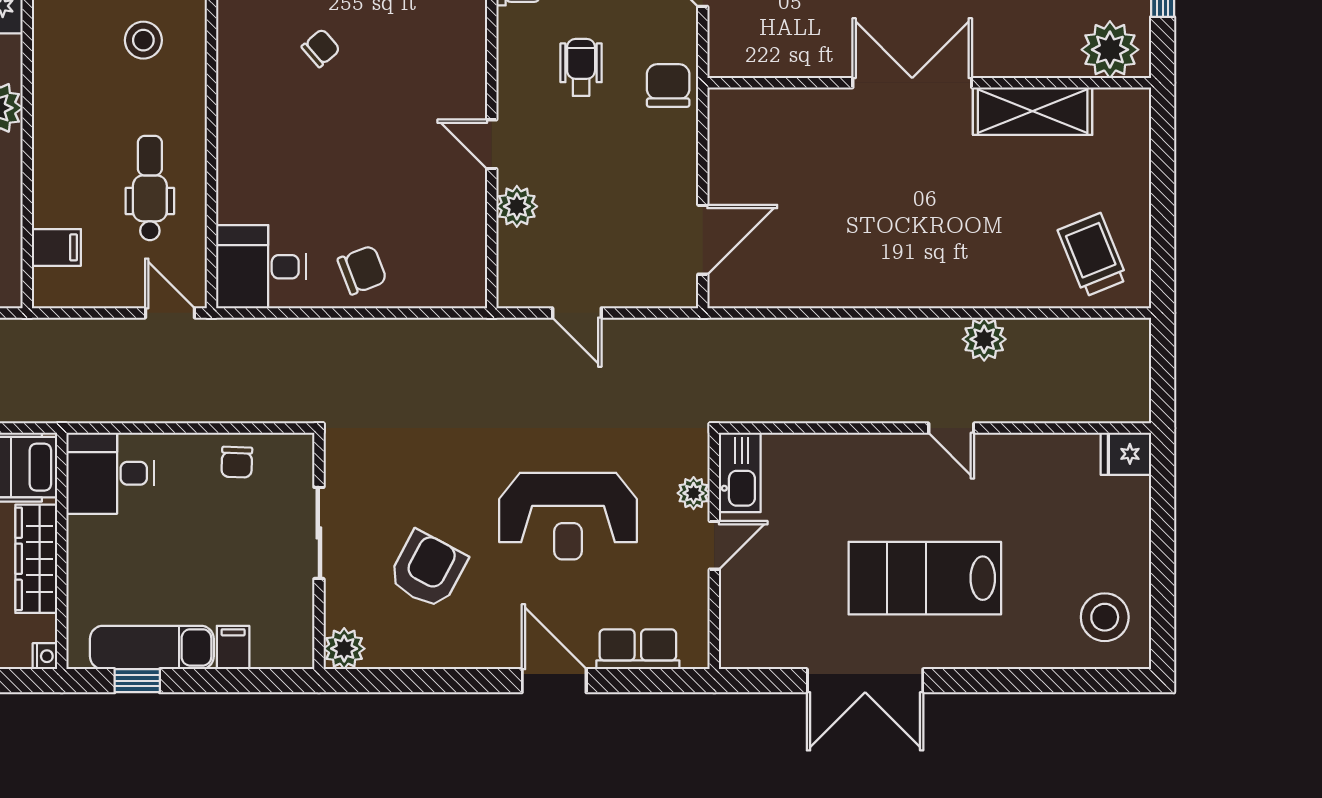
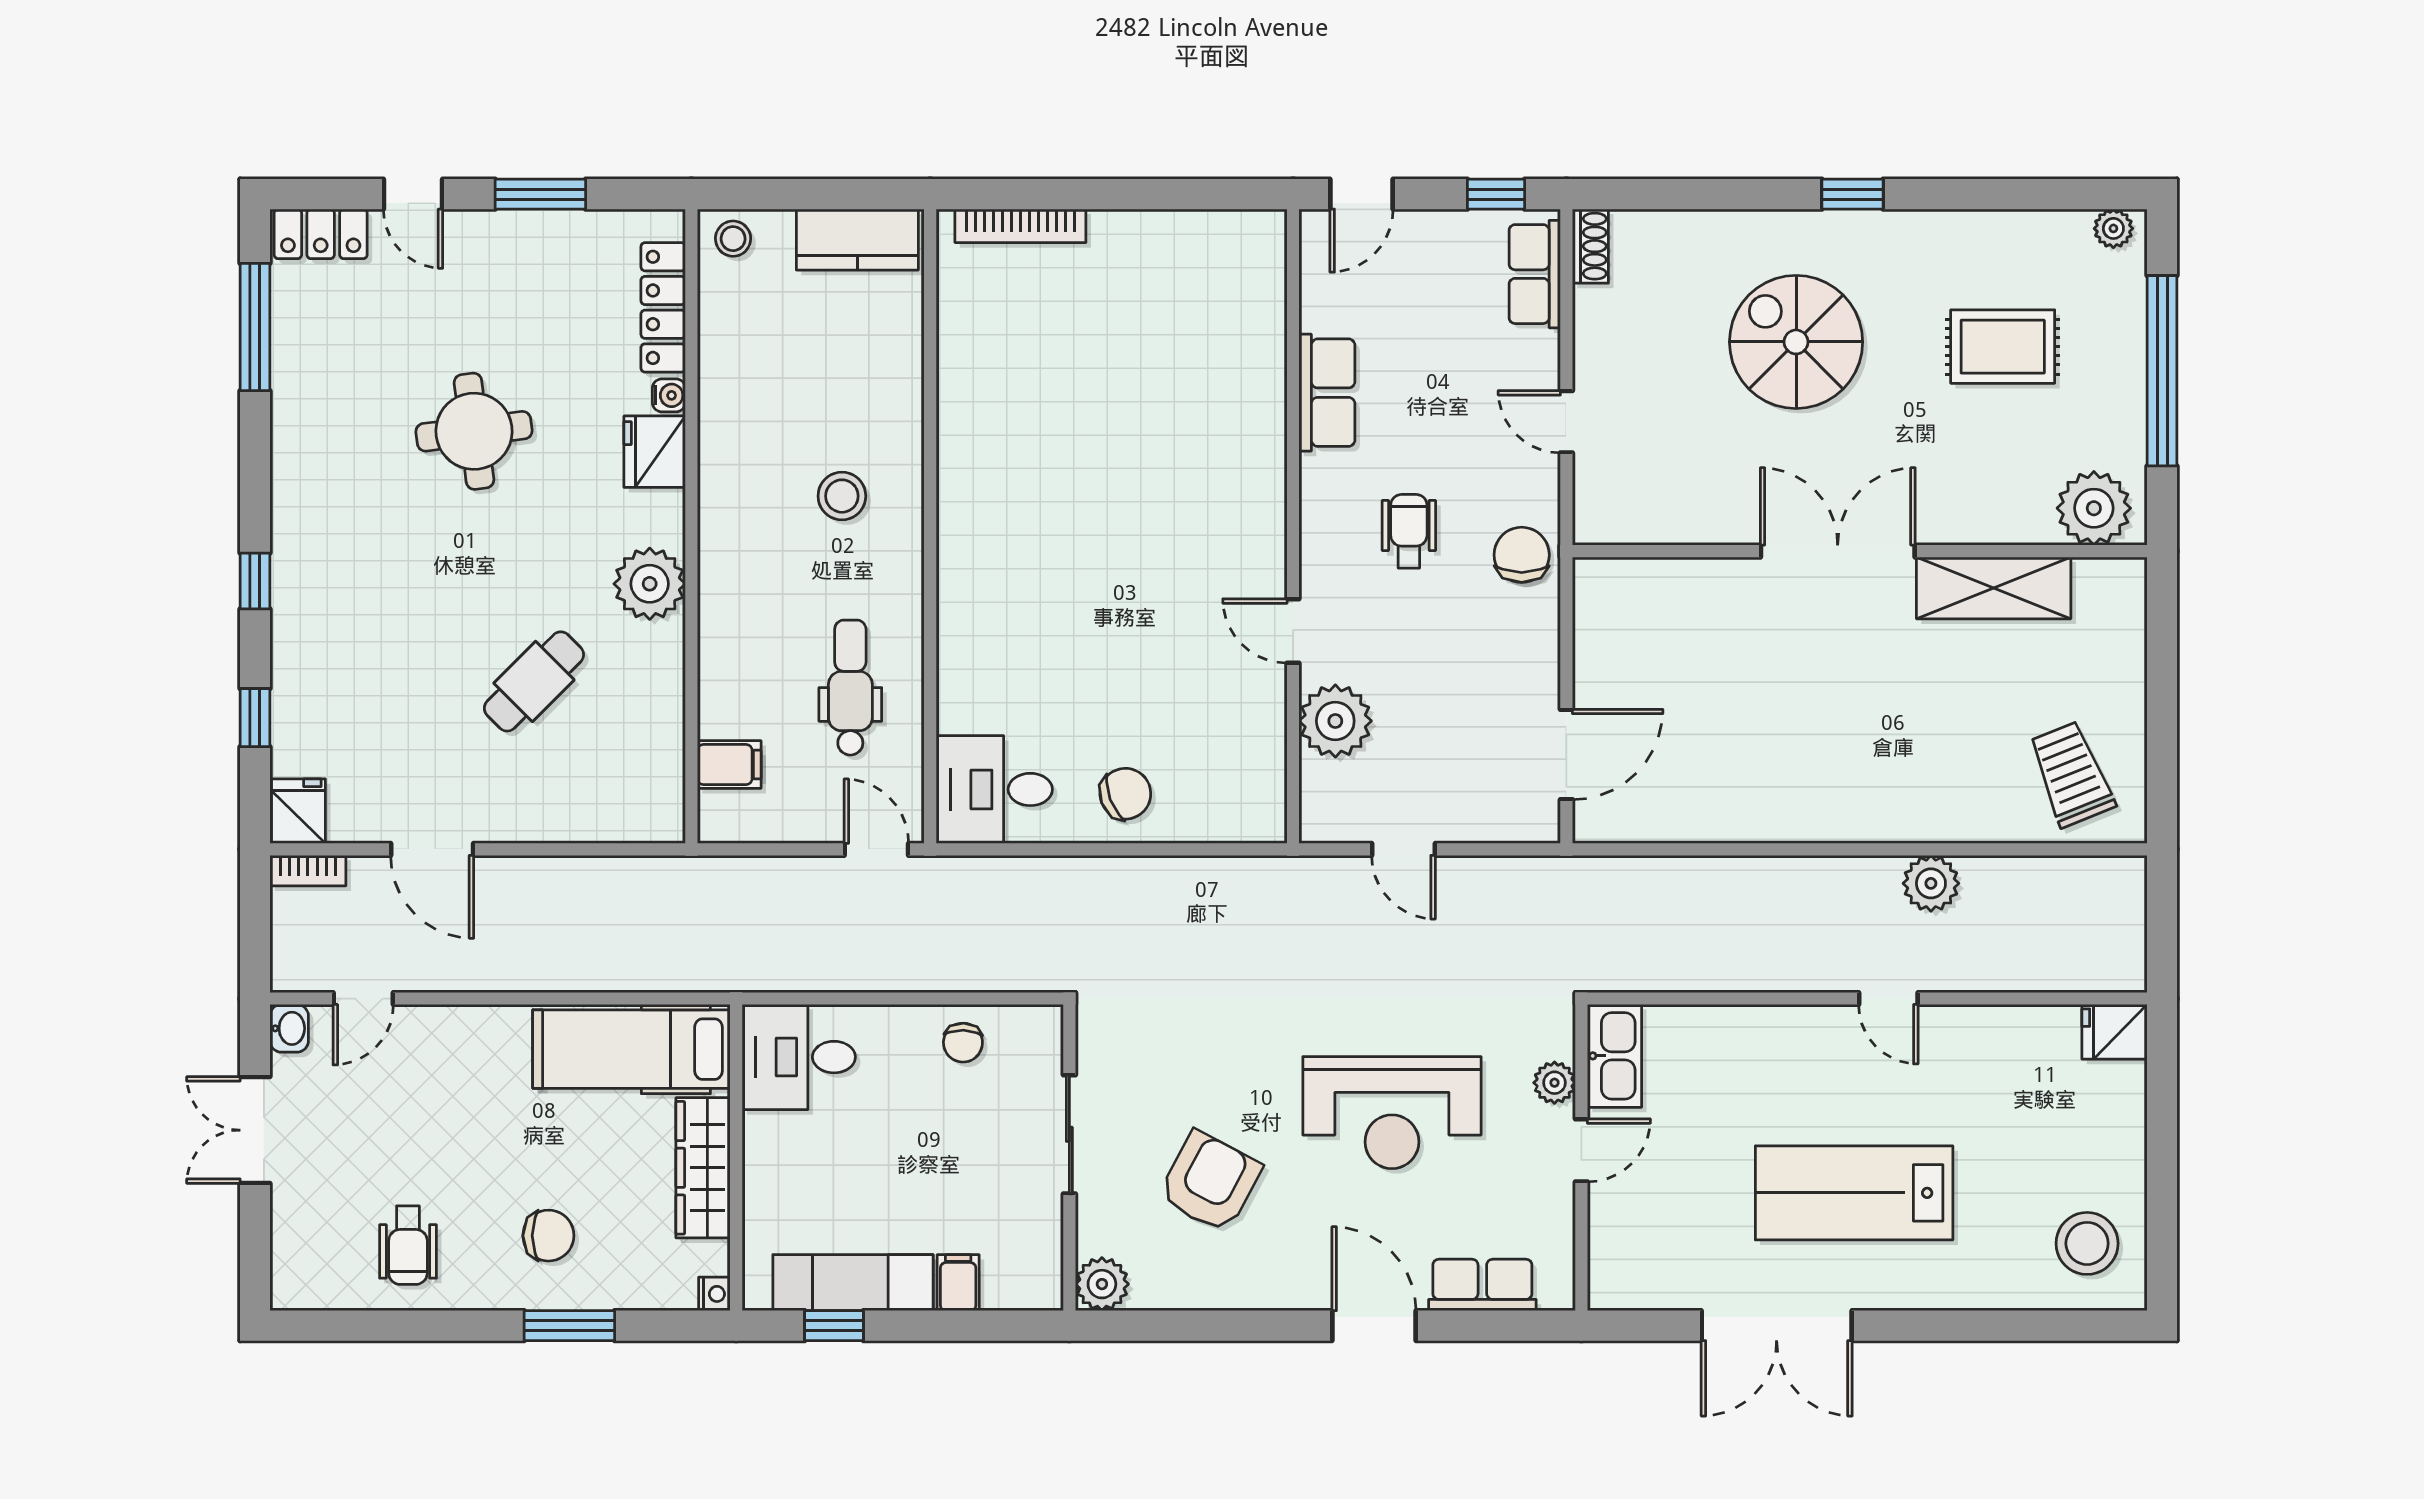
chair: (321, 48) -> (1072, 506), removed
plant: (517, 206) -> (1335, 721), width x1.36, depth x1.36

